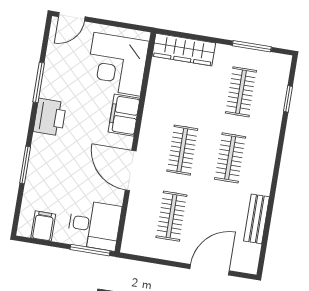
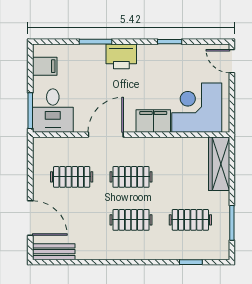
window: (39, 82) -> (170, 42), width x0.67
printer: (50, 117) -> (121, 56), moved
bench: (257, 219) -> (54, 252), moved

